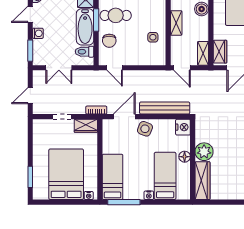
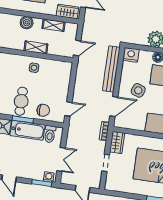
washing machine: (38, 33) -> (49, 177), moved
side table: (153, 37) -> (34, 68), moved
shelving: (203, 53) -> (54, 25), moved
door: (124, 117) -> (114, 107), swing flipped
side table: (145, 129) -> (138, 90), moved

